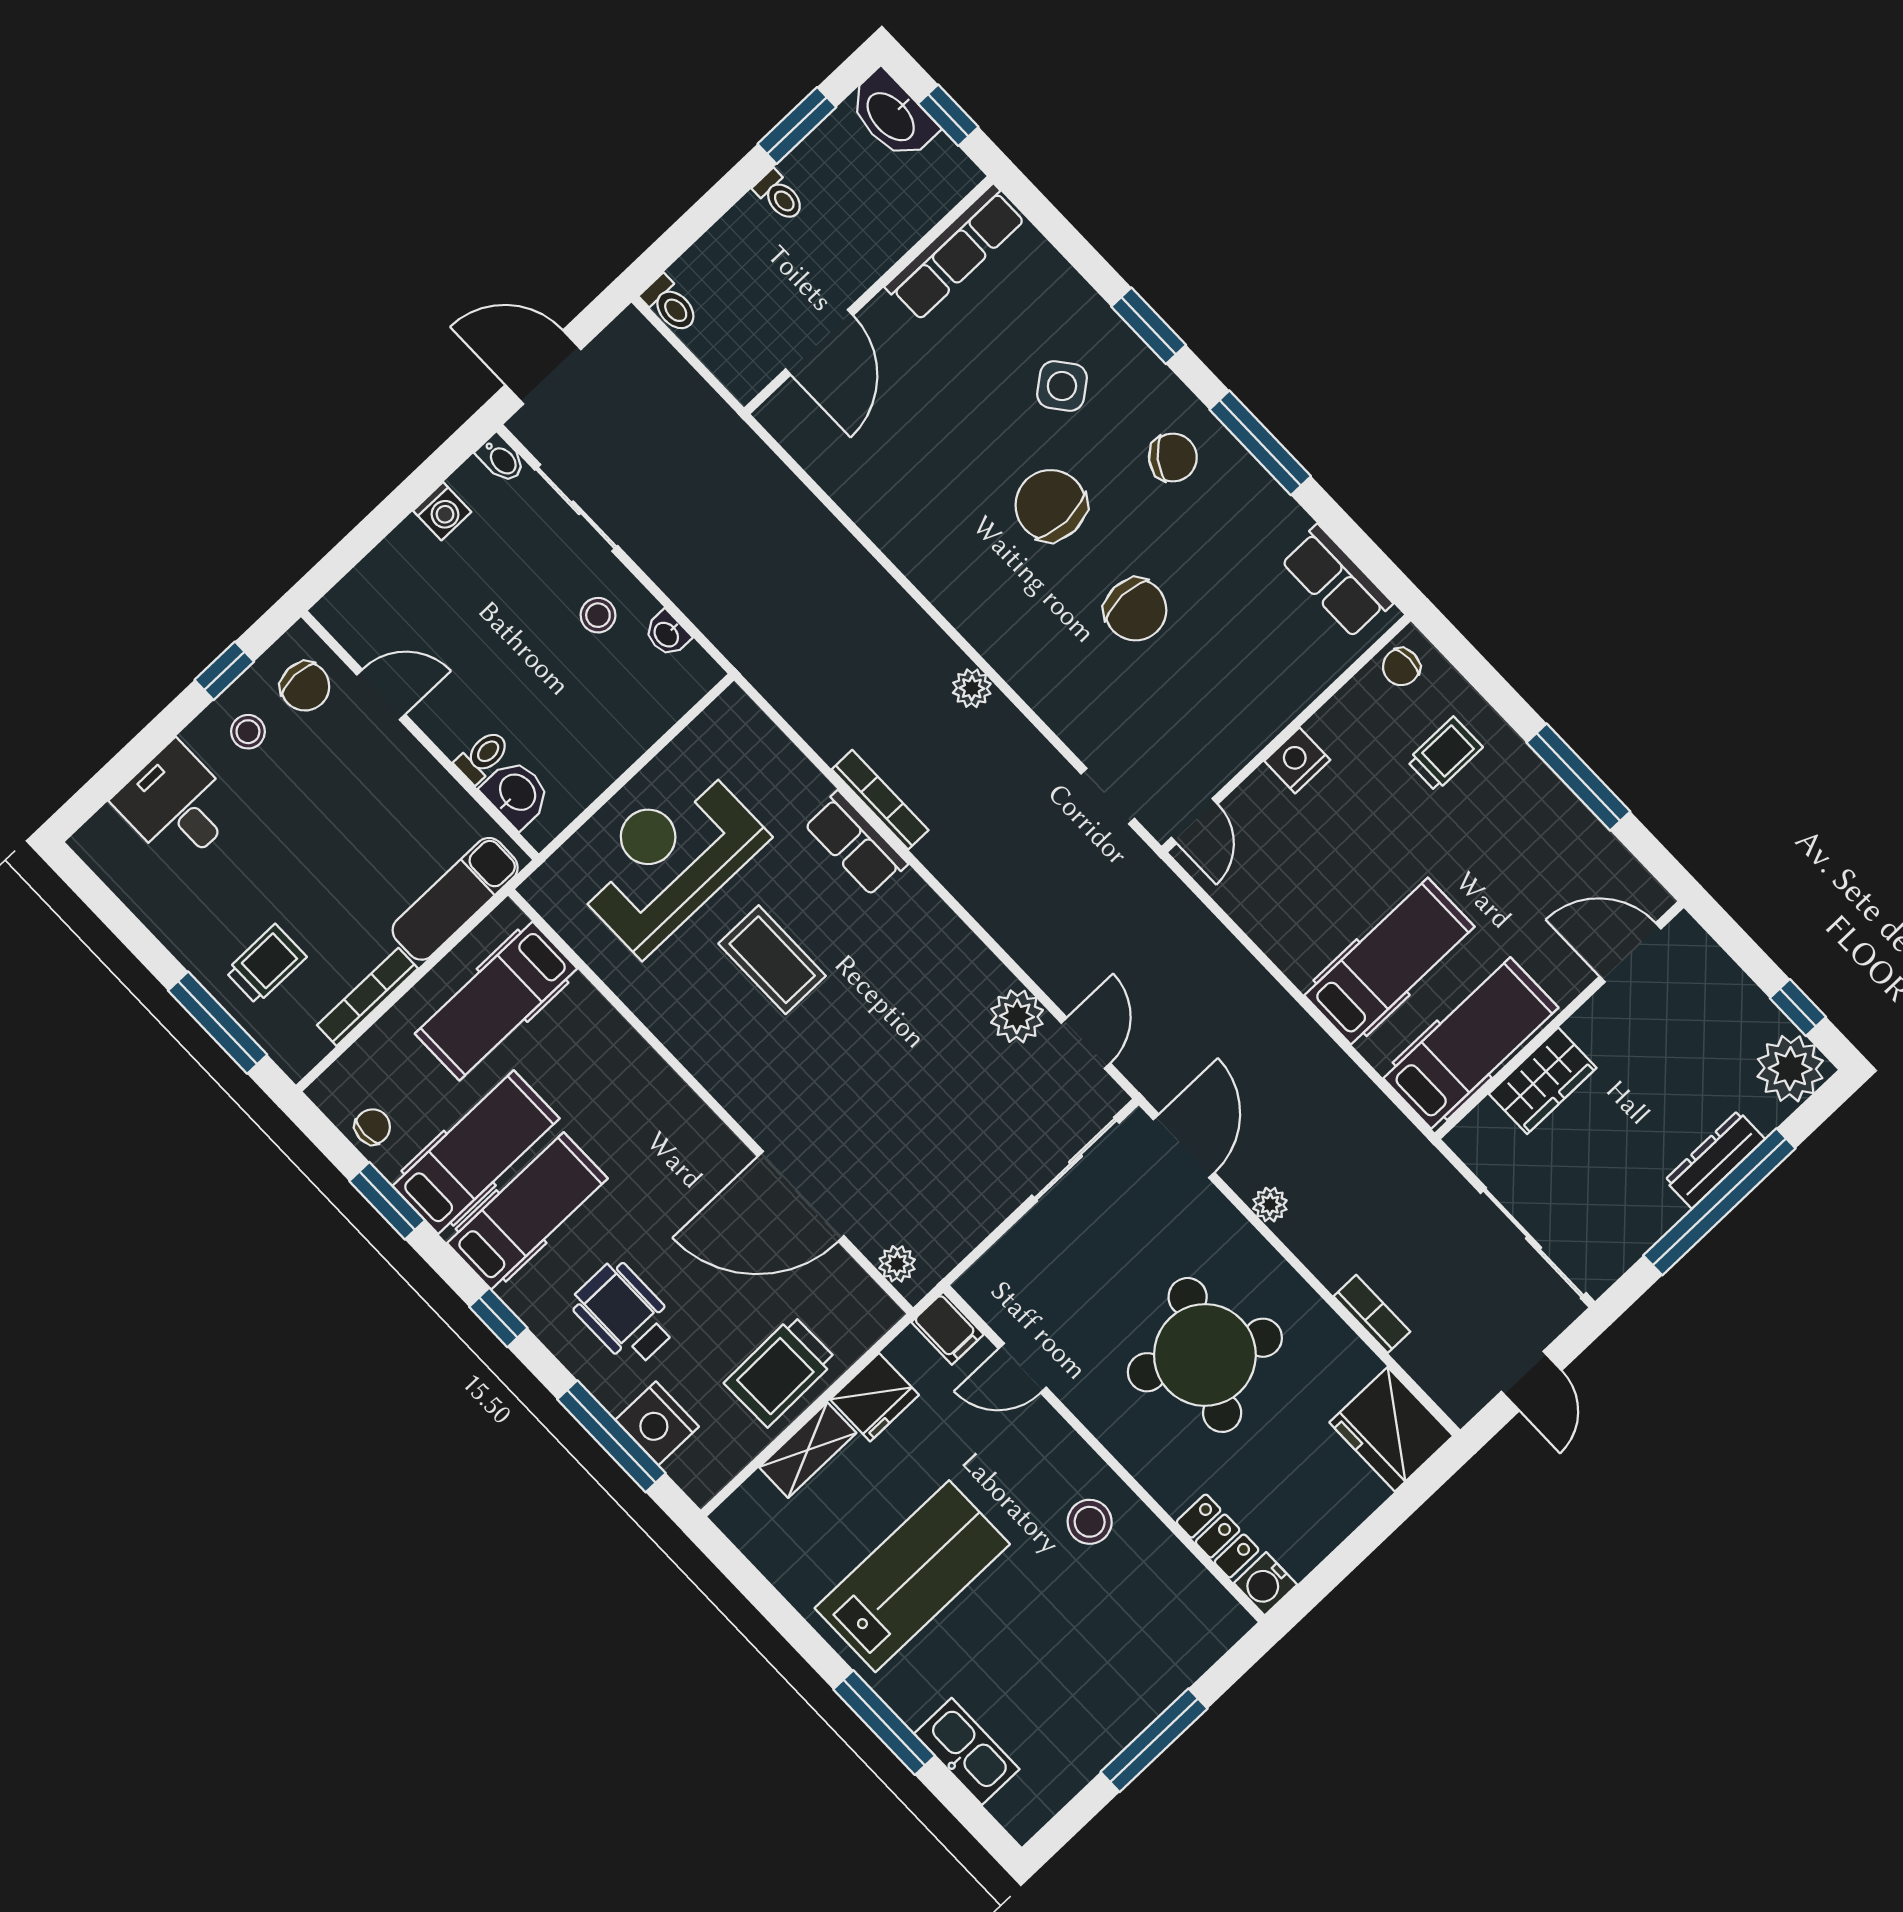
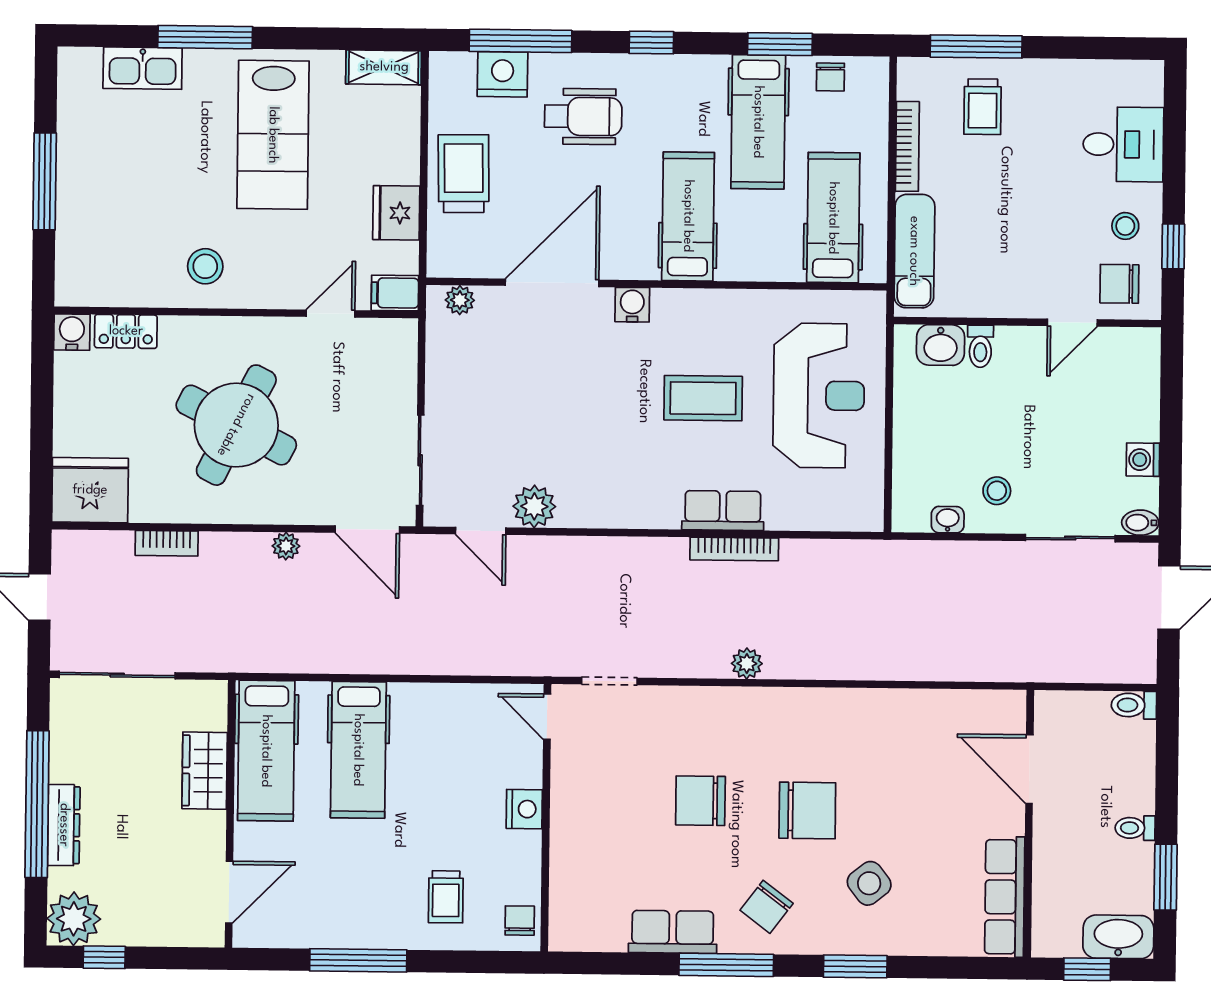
row of seats: (1336, 581) -> (673, 932), moved
water cooler: (750, 1105) -> (632, 305), added
hospital bed: (527, 1211) -> (688, 216), moved, turned 180
shelving: (808, 1450) -> (384, 67), moved, turned 90

